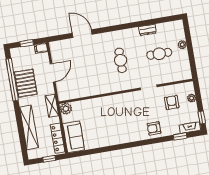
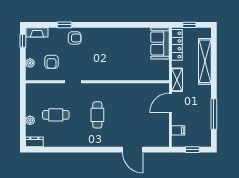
dresser: (147, 30) -> (34, 142), moved
filing cabinet: (41, 48) -> (178, 130), moved
door: (53, 73) -> (170, 103), moved
window: (12, 80) -> (214, 114), width x0.68
pallet: (26, 83) -> (200, 108), removed
plant: (66, 109) -> (163, 74), removed
window: (180, 136) -> (64, 25), moved

